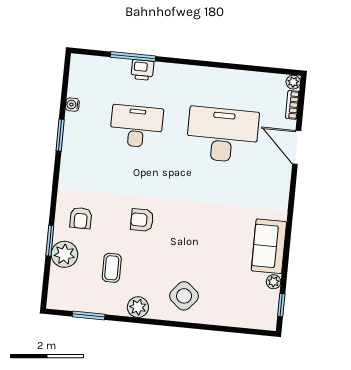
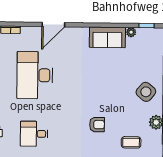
desk: (136, 126) -> (34, 134), width x0.73
door: (297, 147) -> (53, 25), moved
armchair: (142, 220) -> (97, 125), turned -90

